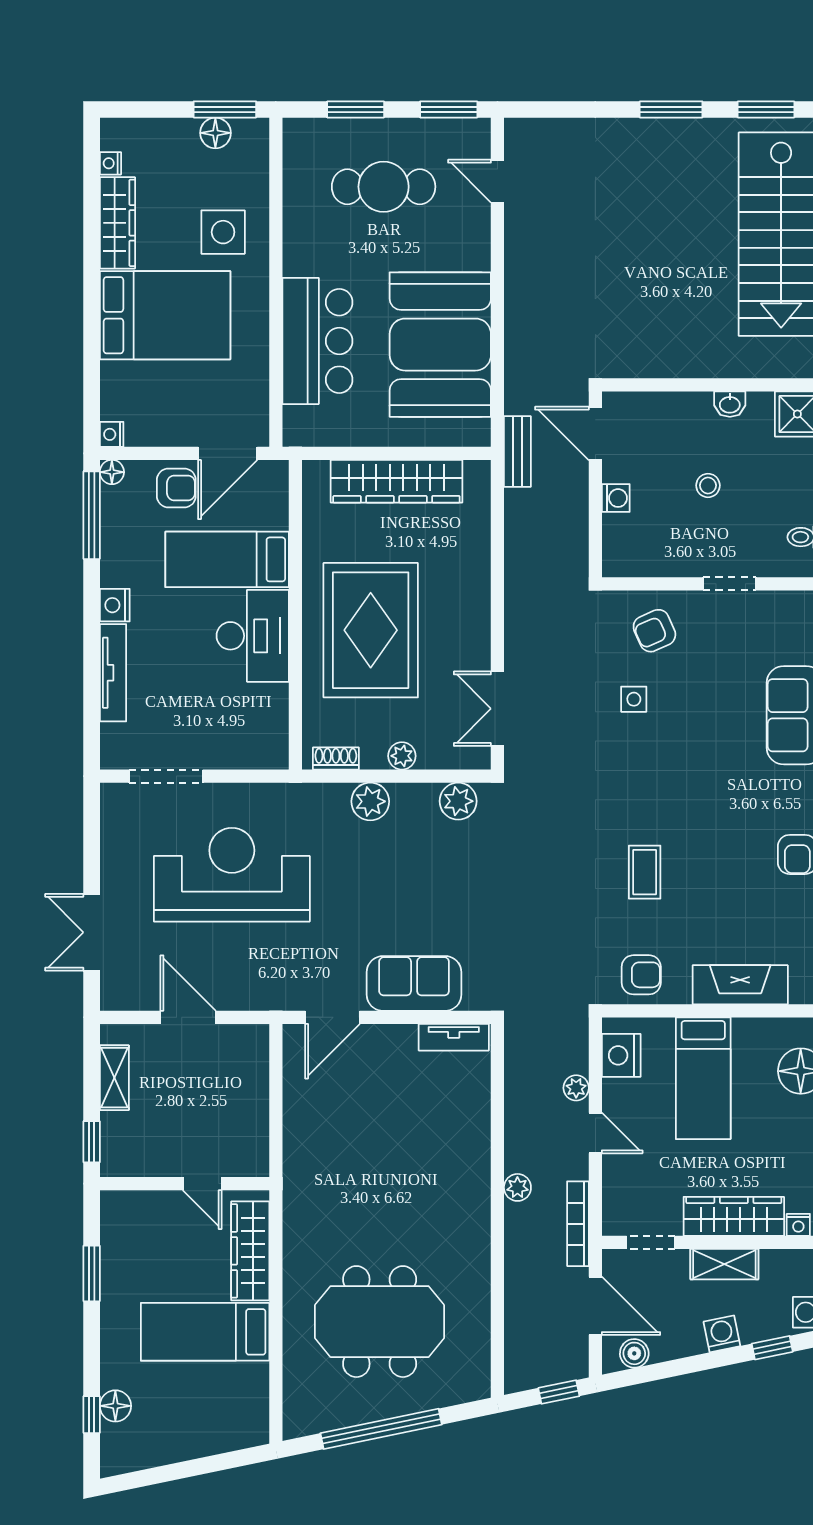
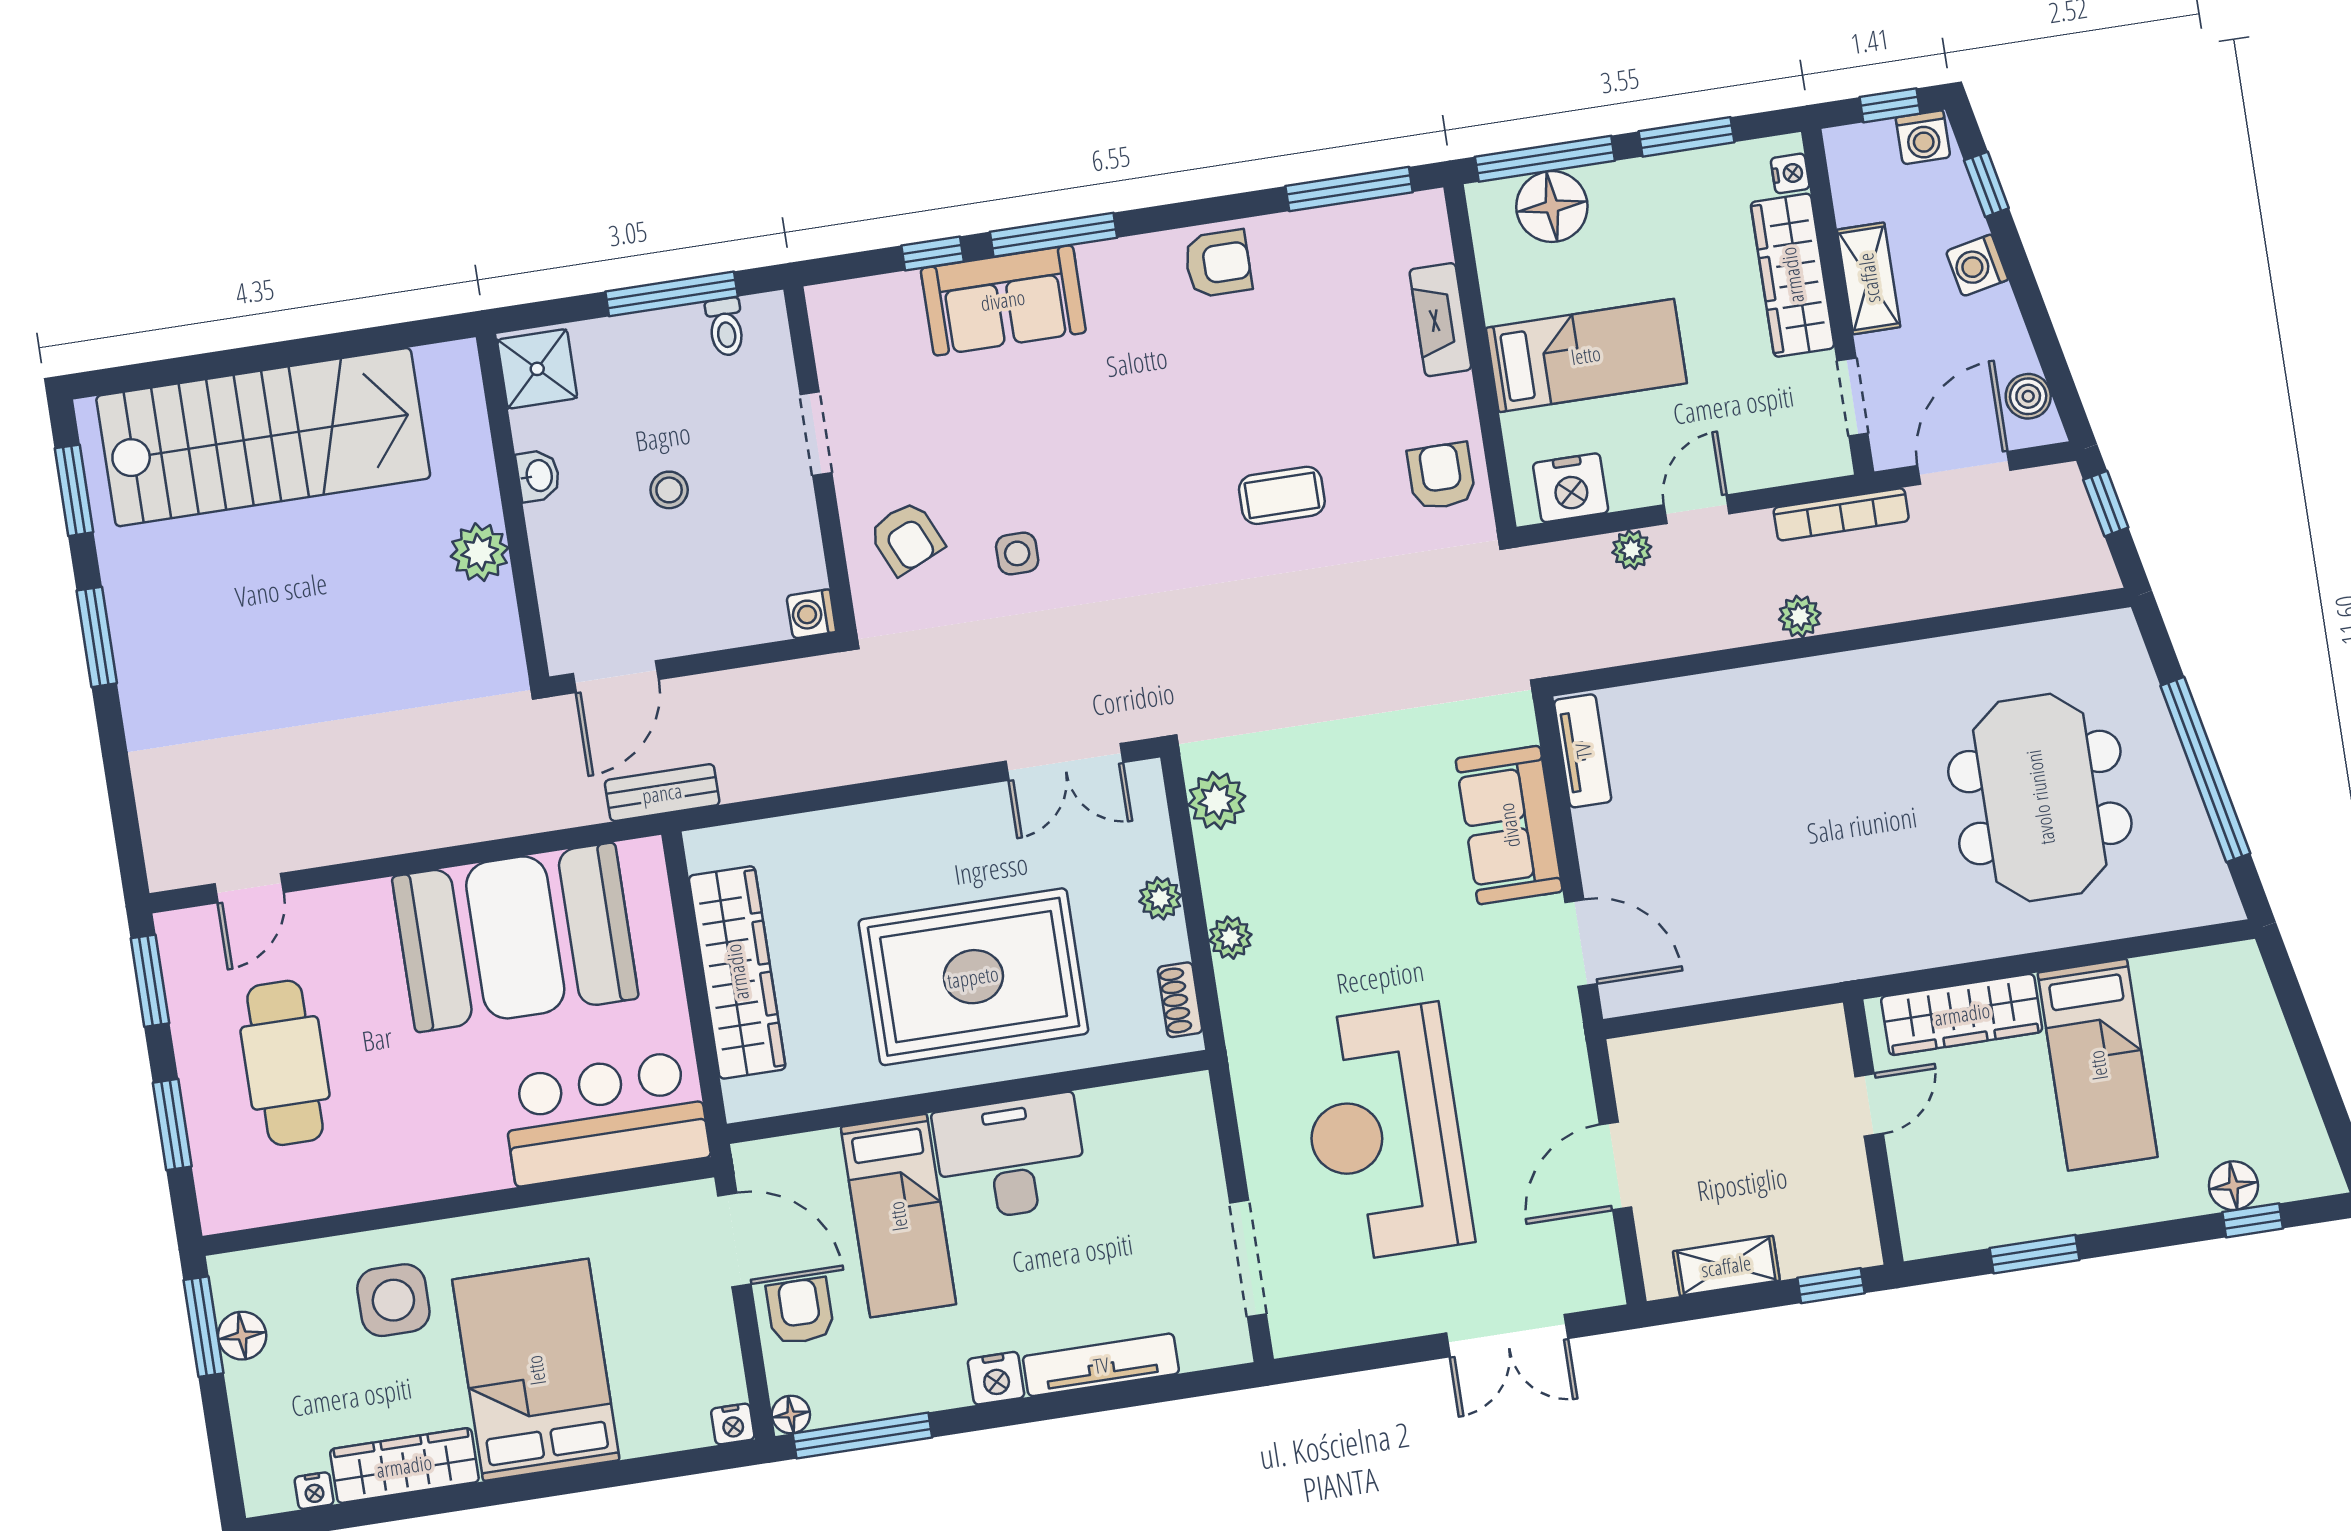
bar counter: (317, 341) -> (605, 1118), moved
plant: (687, 360) -> (480, 552), added
washing machine: (616, 498) -> (811, 614), moved, turned -90
plant: (370, 801) -> (1230, 938), width x0.73, depth x0.73
fireplace: (740, 985) -> (1440, 320), width x0.73, depth x0.76

